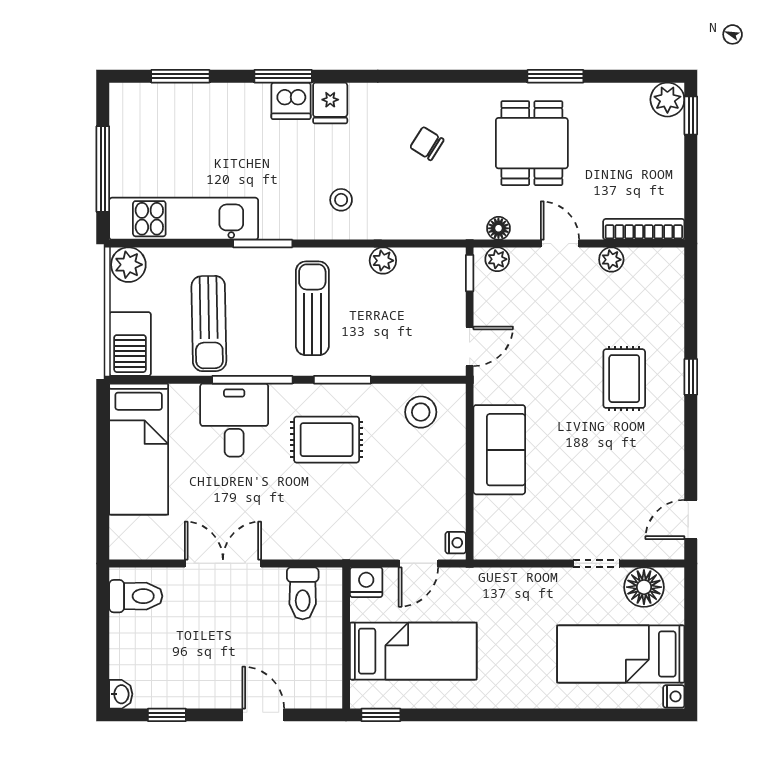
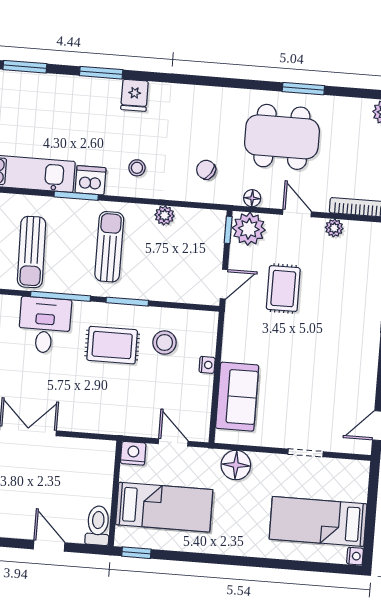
dishwasher: (291, 101) -> (90, 180), moved, turned 180
dining table: (532, 143) -> (282, 137), width x1.38
chair: (427, 144) -> (206, 170), moved
plant: (497, 259) -> (249, 229), width x1.88, depth x1.88
rug: (624, 379) -> (283, 289), moved
stool: (421, 412) -> (165, 342), moved
sofa: (499, 450) -> (237, 397), moved
nightstand: (456, 543) -> (207, 365), moved
door: (418, 563) -> (173, 442), swing flipped
floor lamp: (644, 587) -> (236, 465), moved
toilet: (303, 593) -> (98, 525), moved, turned 180

